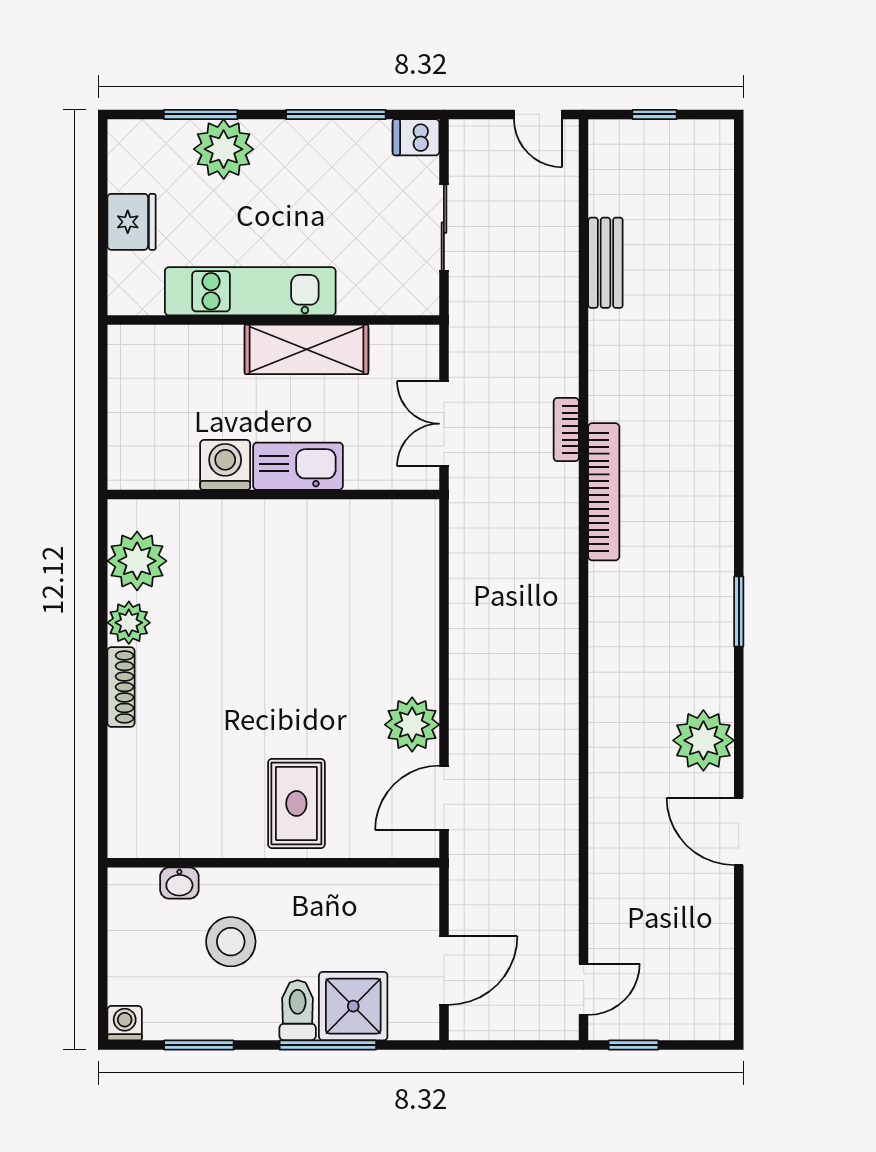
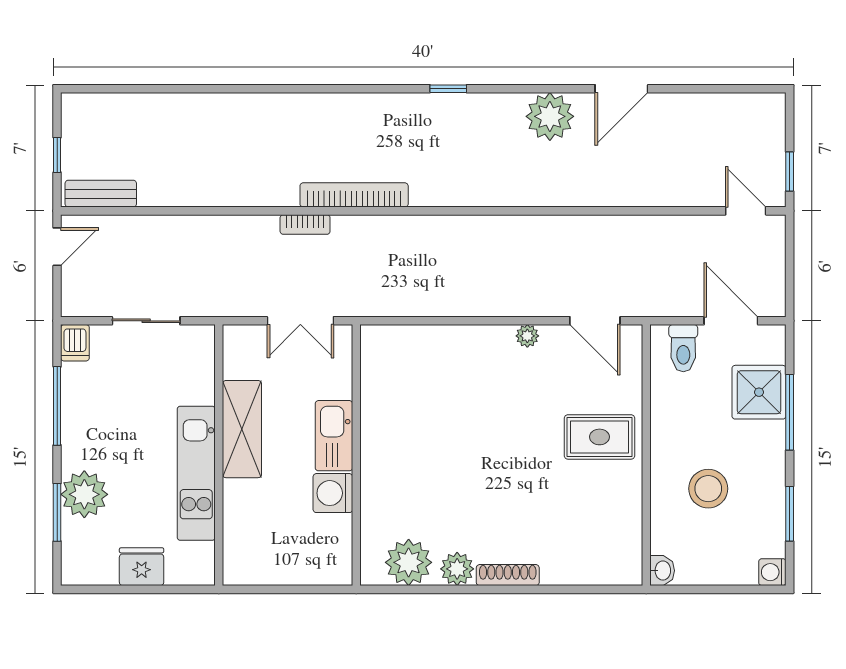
bench: (605, 263) -> (101, 194), moved
window: (739, 611) -> (448, 89), width x0.67
plant: (412, 725) -> (527, 336), width x0.53, depth x0.53
washbasin: (179, 883) -> (662, 571), moved
toilet: (298, 1010) -> (683, 348), moved, turned -90

